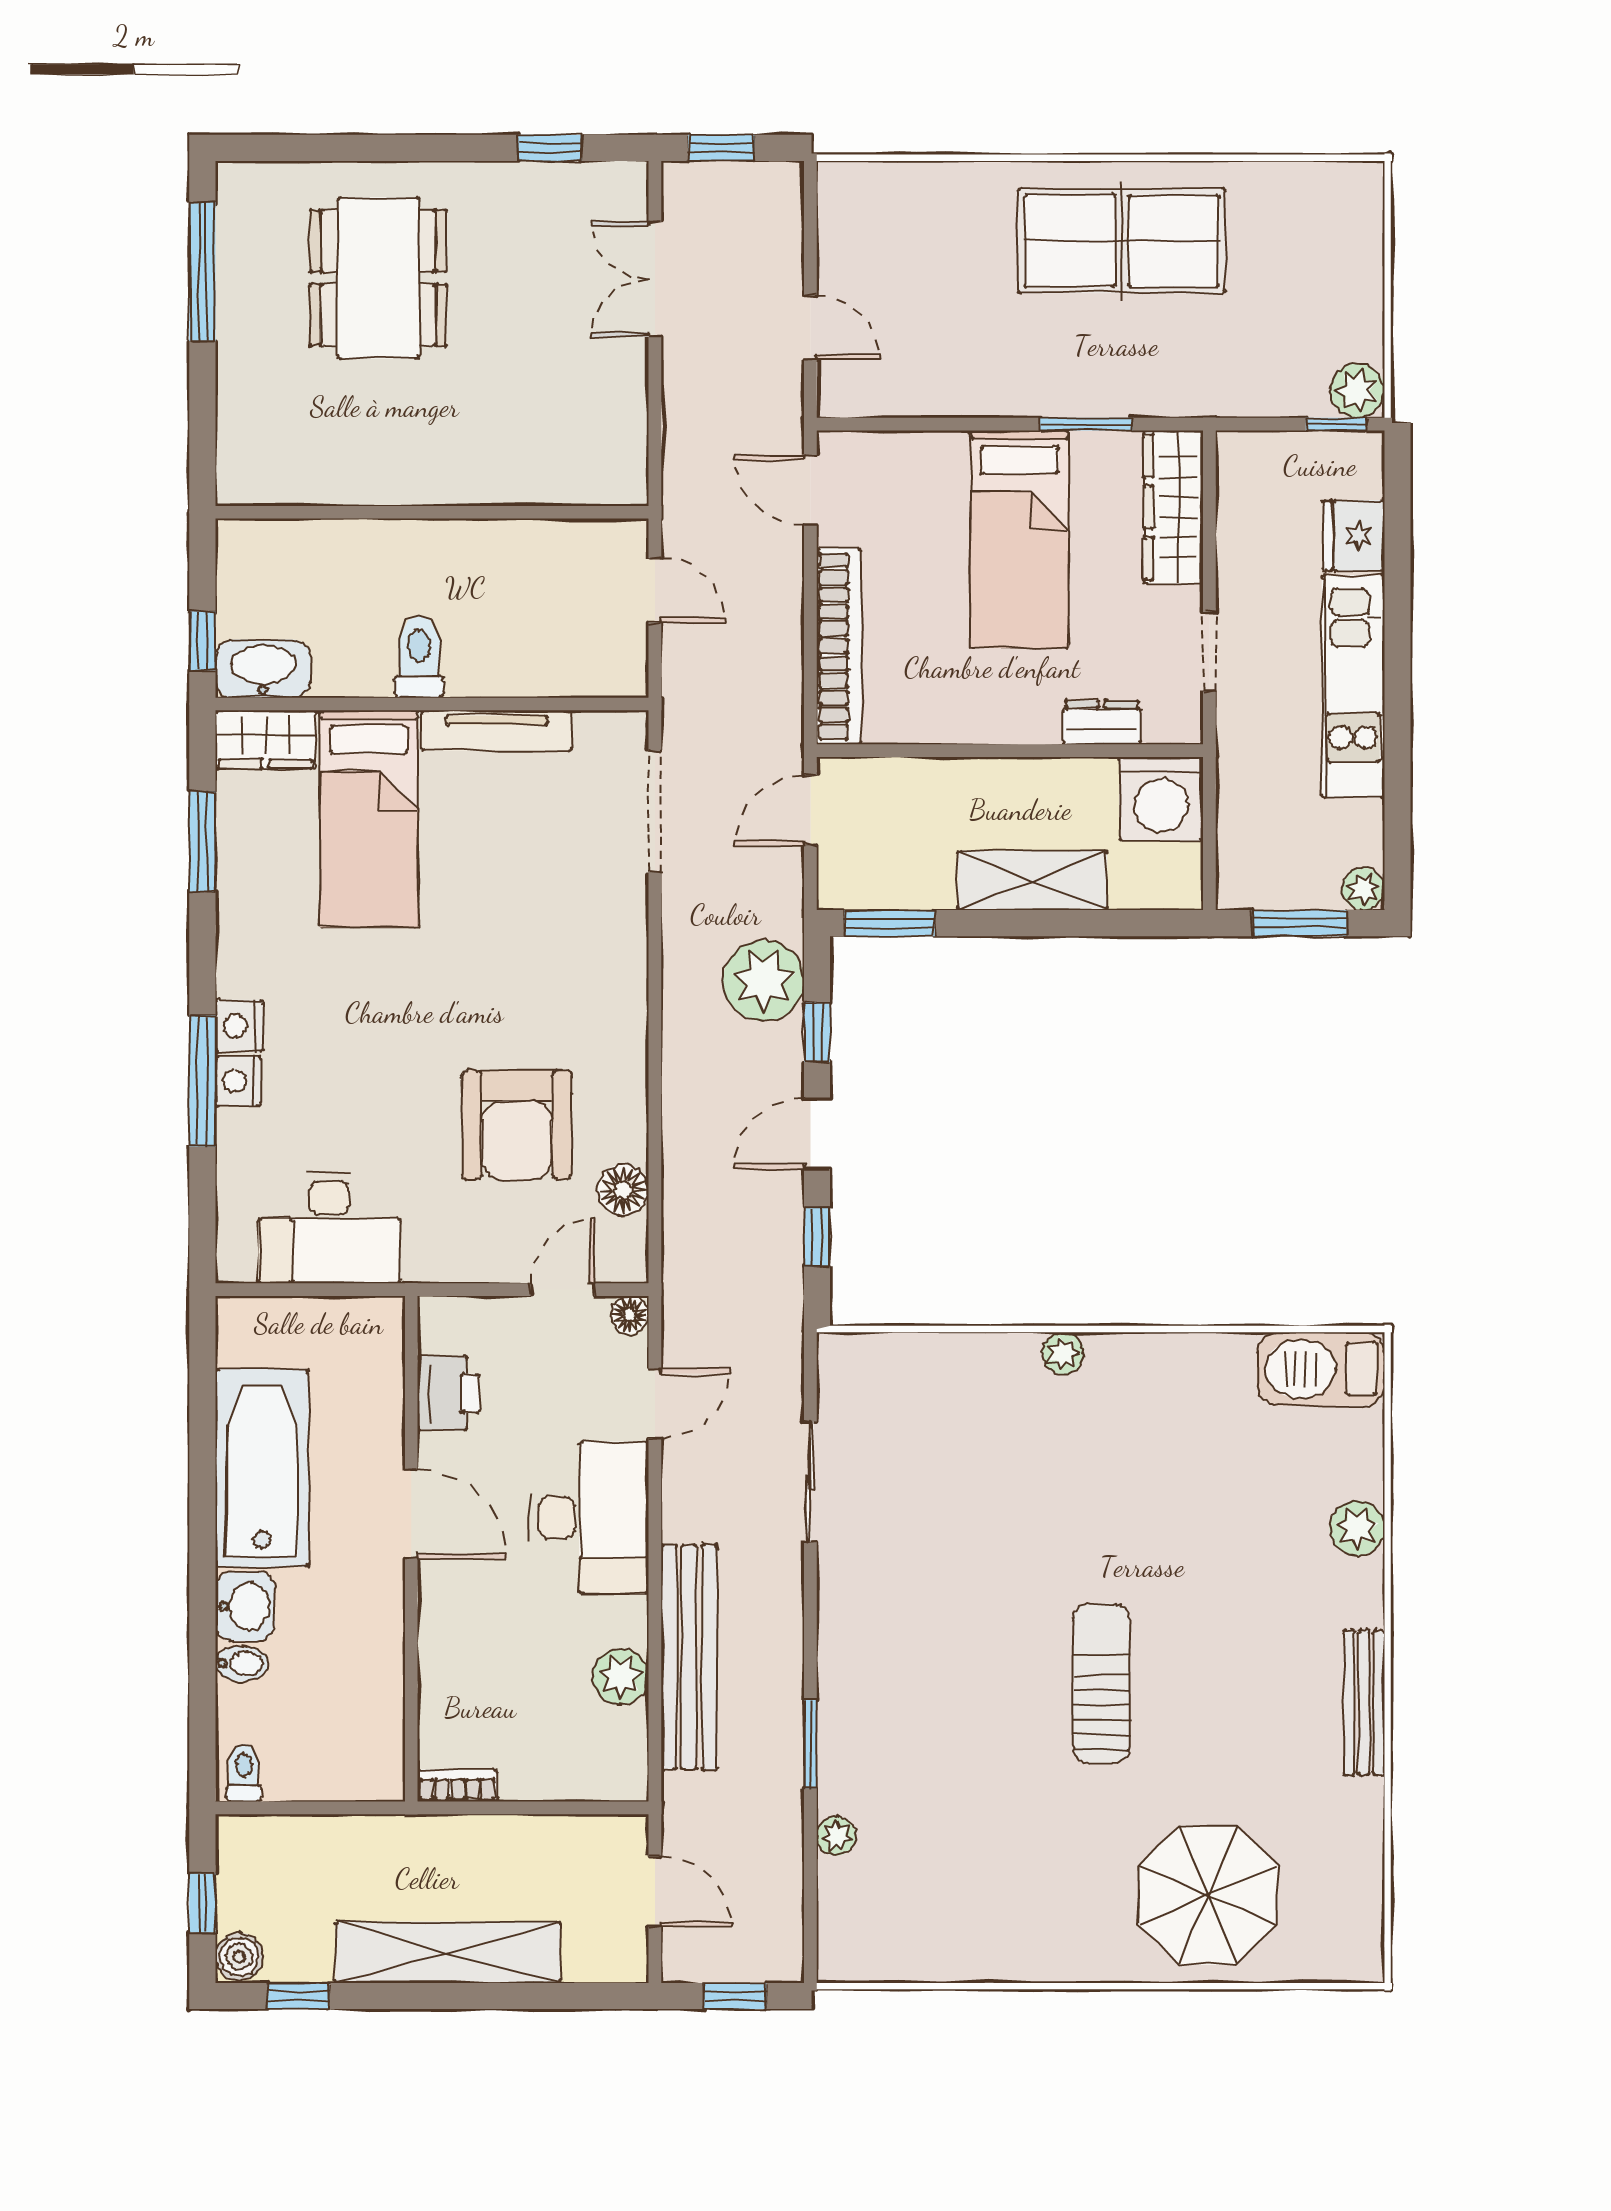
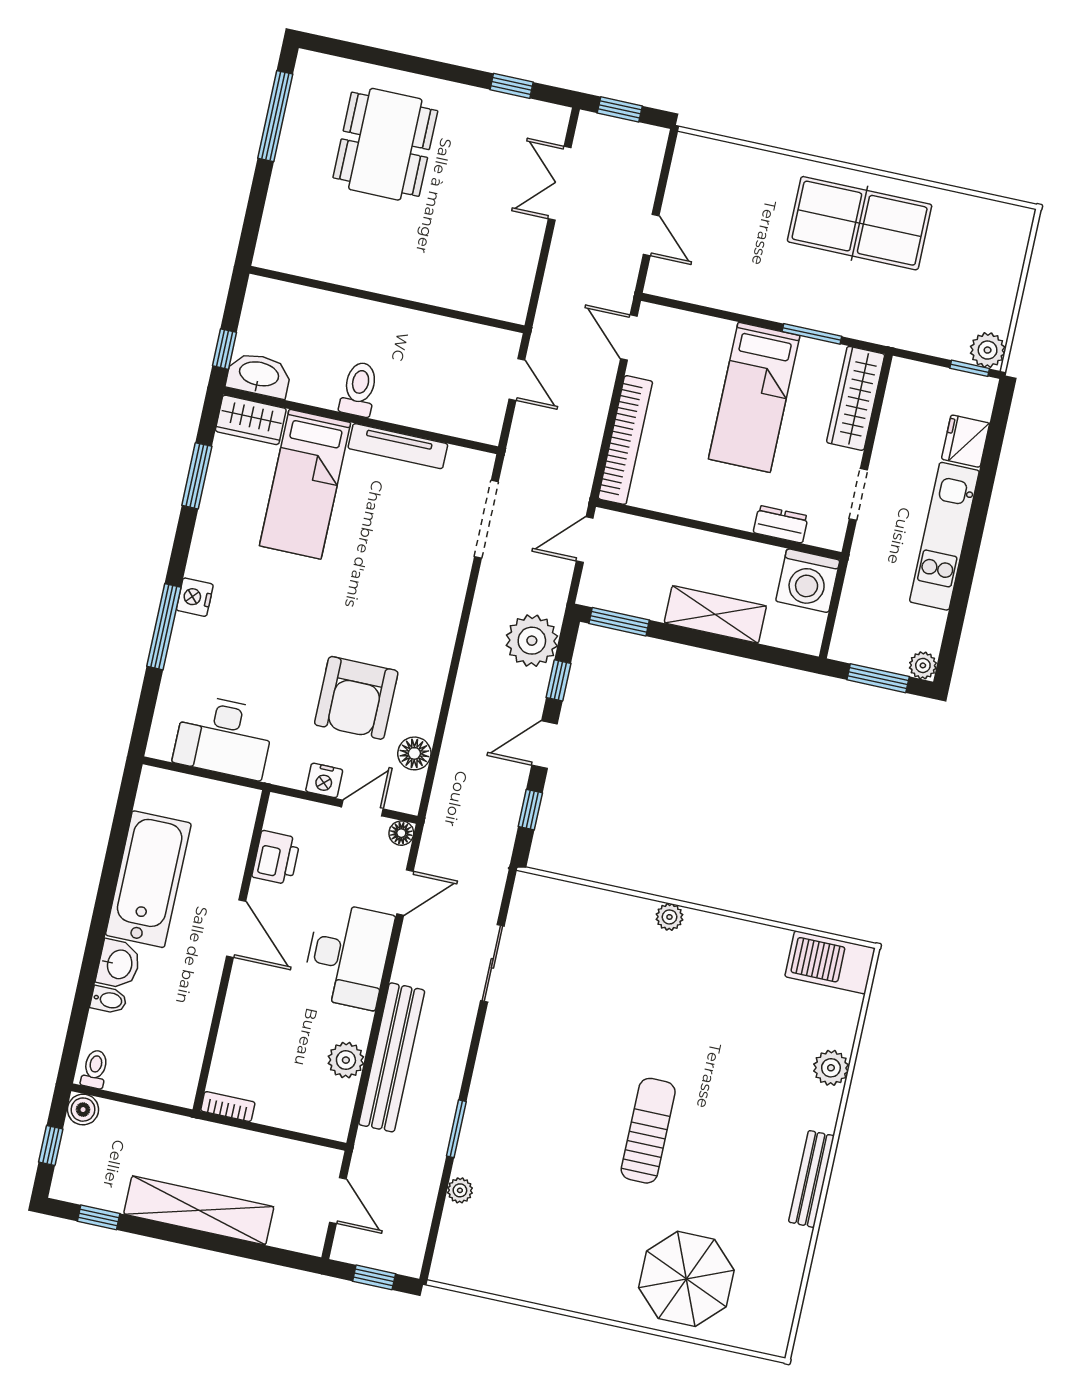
nightstand: (238, 1081) -> (324, 780), moved, turned -90
boiler: (239, 1957) -> (83, 1110), moved

